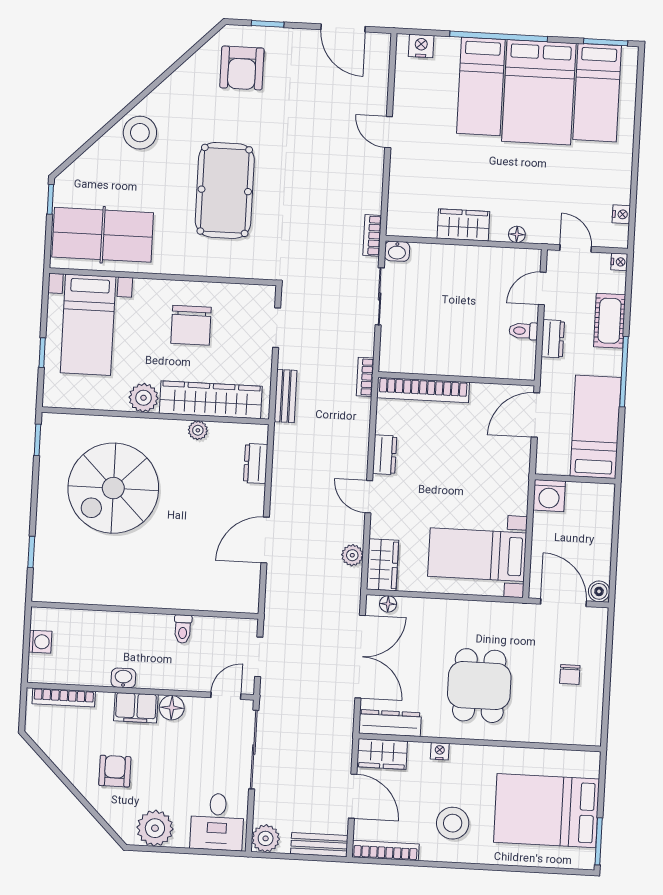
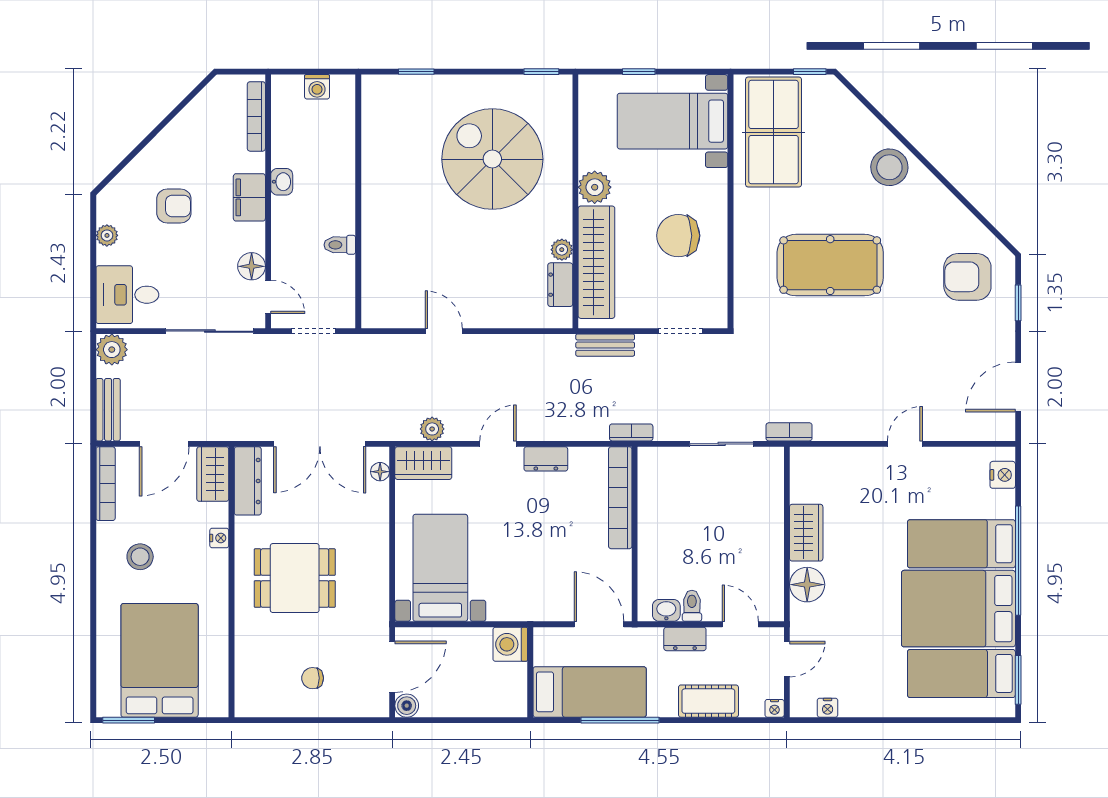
floor lamp: (517, 234) -> (807, 585), width x1.89, depth x1.89
washbasin: (397, 251) -> (666, 610), moved, turned 90
window: (624, 372) -> (620, 720), moved
dresser: (256, 463) -> (560, 285), moved, turned -90
door: (265, 540) -> (444, 331), width x0.73
floor lamp: (172, 708) -> (252, 266), moved
armchair: (115, 771) -> (174, 206), moved
stool: (453, 823) -> (140, 557), width x0.73, depth x0.73
plant: (155, 828) -> (107, 235), width x0.53, depth x0.53

